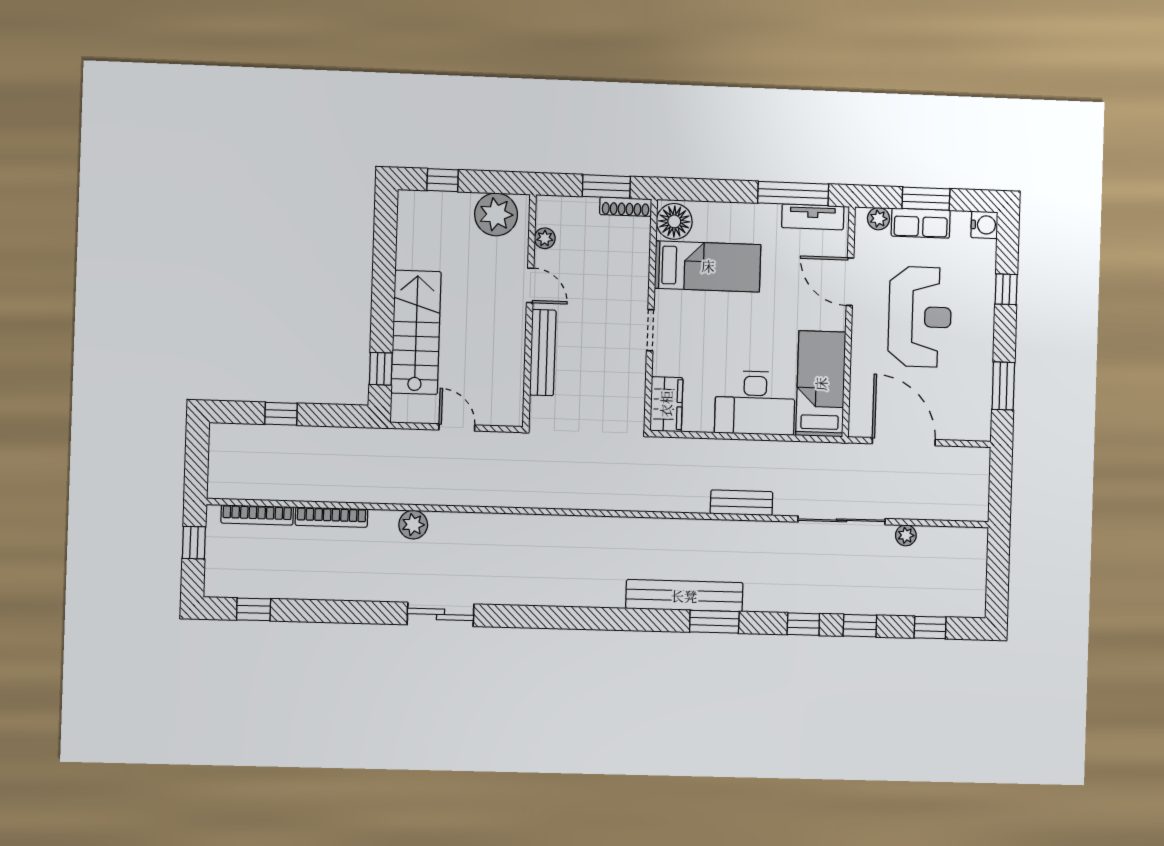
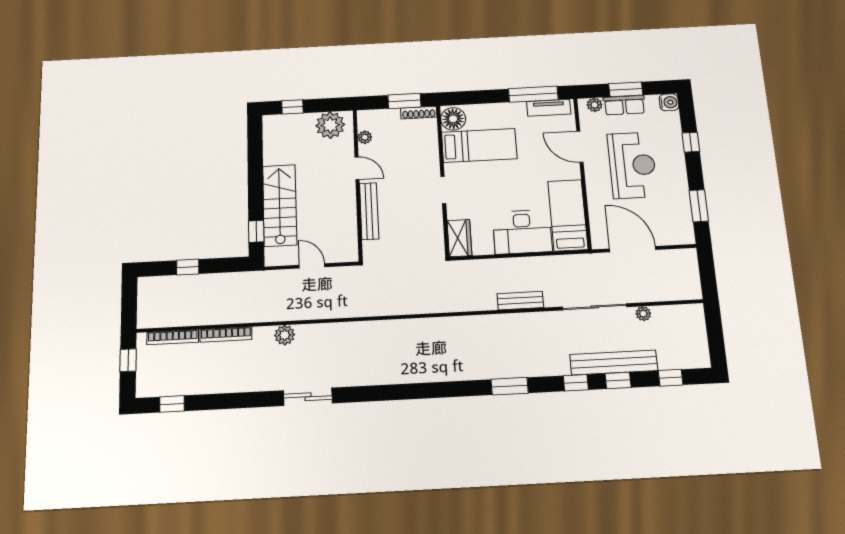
bench: (684, 596) -> (614, 362), moved

